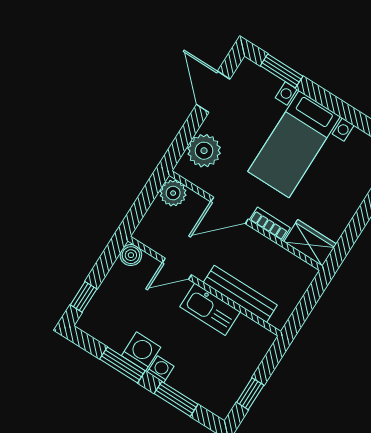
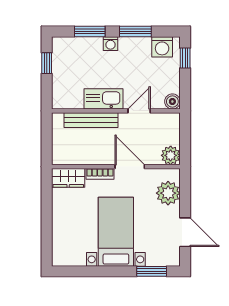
door: (229, 210) -> (130, 167), hinge flipped
washing machine: (141, 351) -> (162, 47), moved

